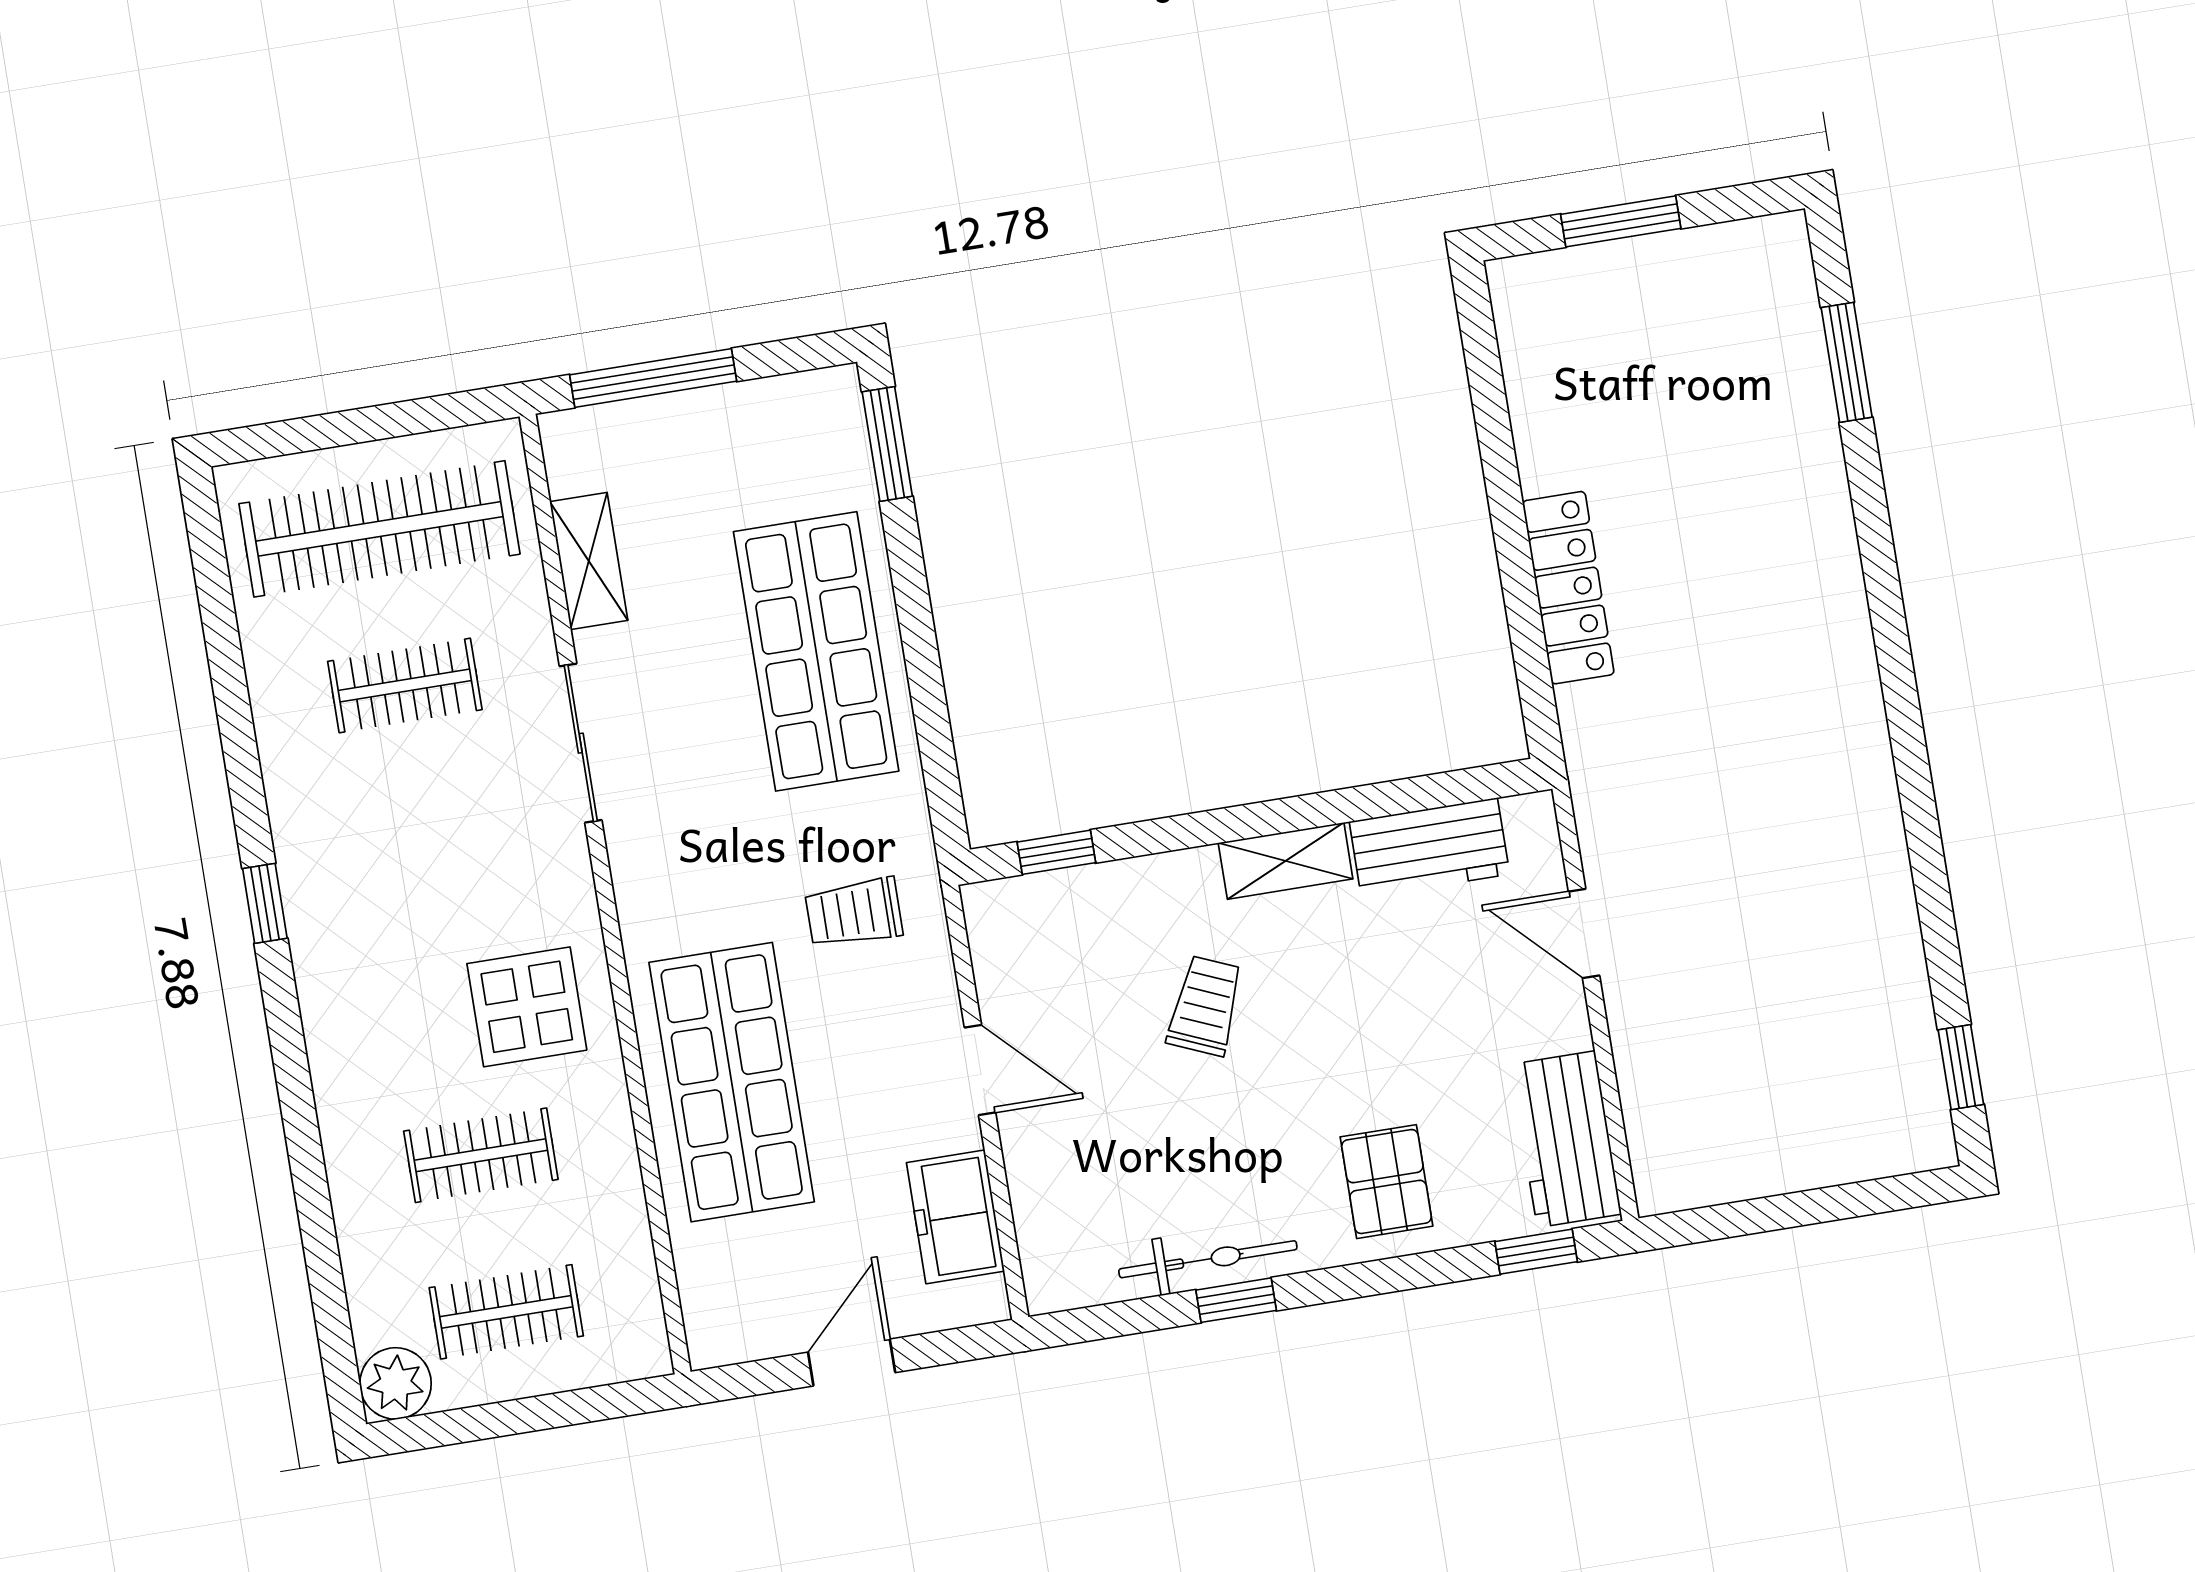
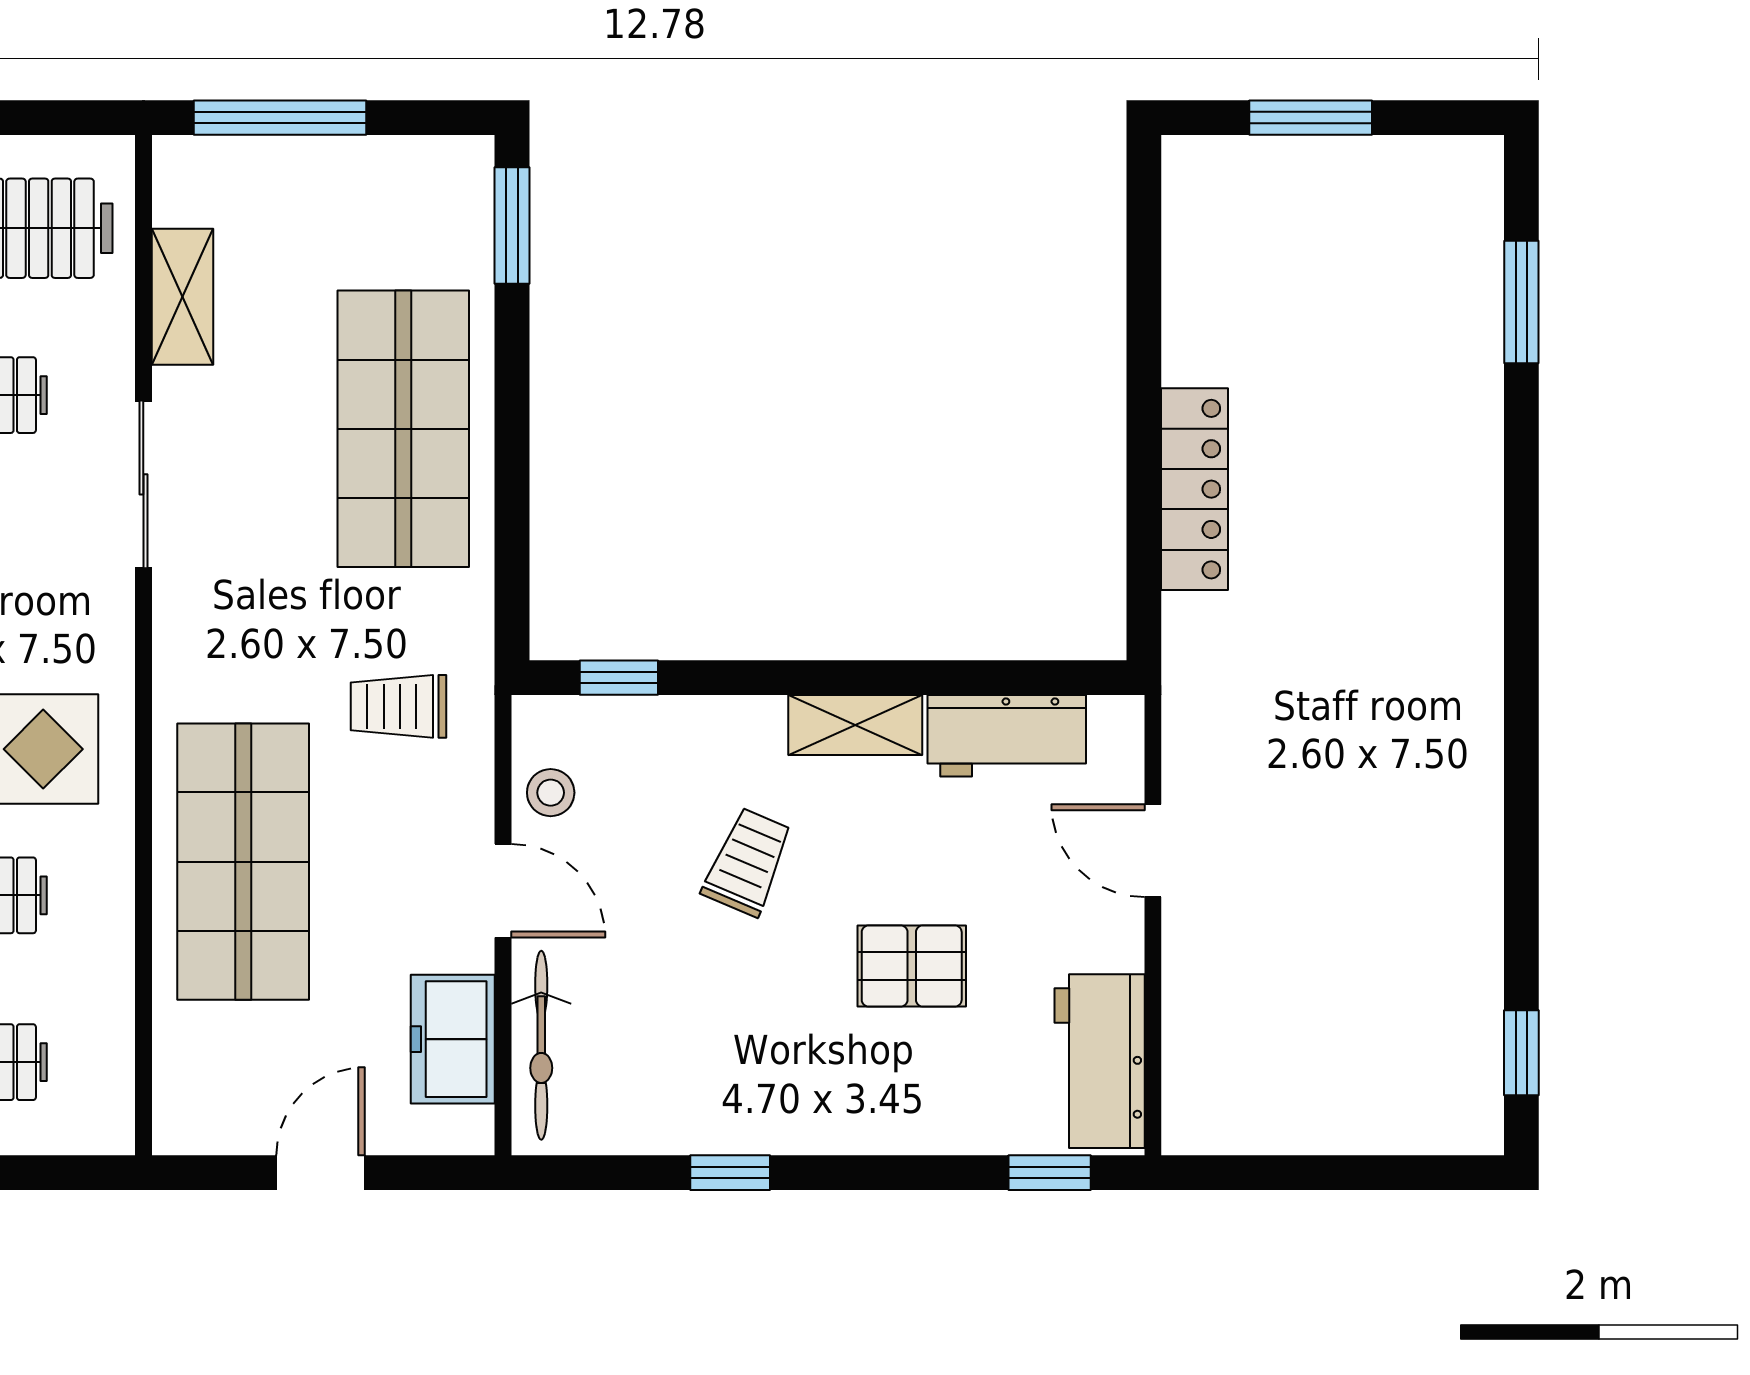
stool: (1010, 971) -> (551, 793), added
pallet: (1386, 1182) -> (912, 966), moved, turned 90
bicycle: (1208, 1259) -> (541, 1045), moved, turned 90

